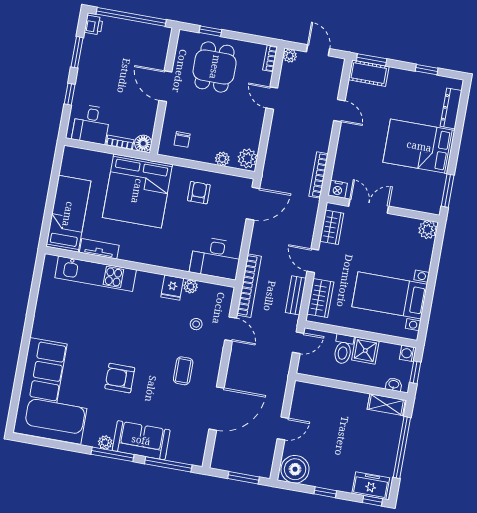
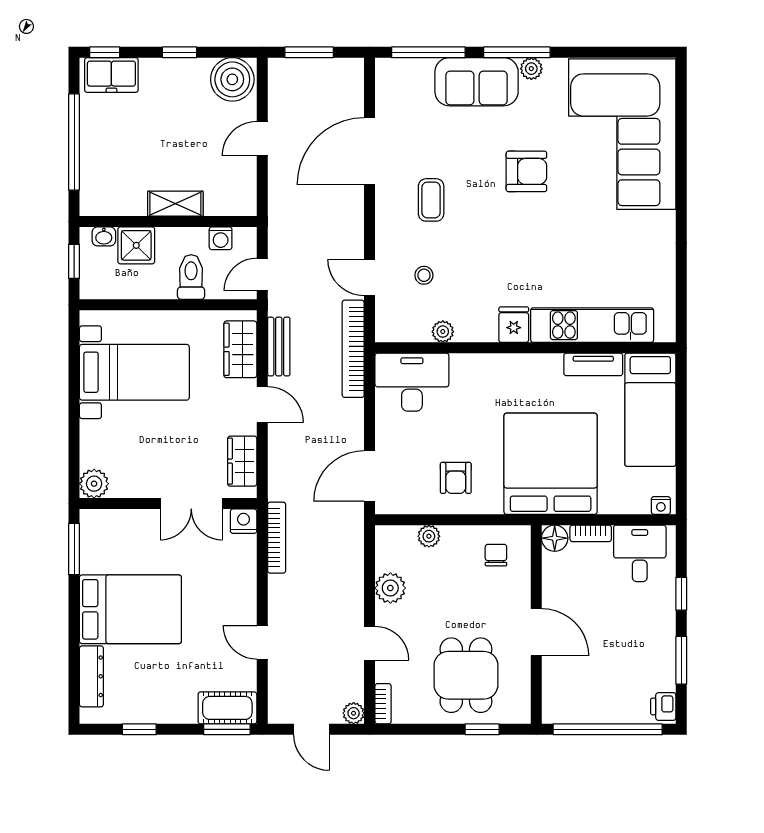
nightstand: (72, 152) -> (661, 505), added
plant: (248, 158) -> (390, 588), moved
fridge: (172, 288) -> (514, 325), moved
shower: (365, 351) -> (136, 245), moved
washing machine: (408, 353) -> (221, 238), moved, turned 90
shelving: (386, 405) -> (175, 204), moved

